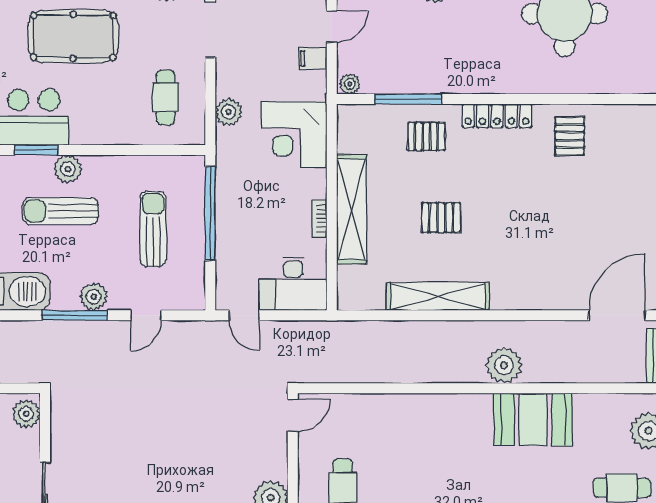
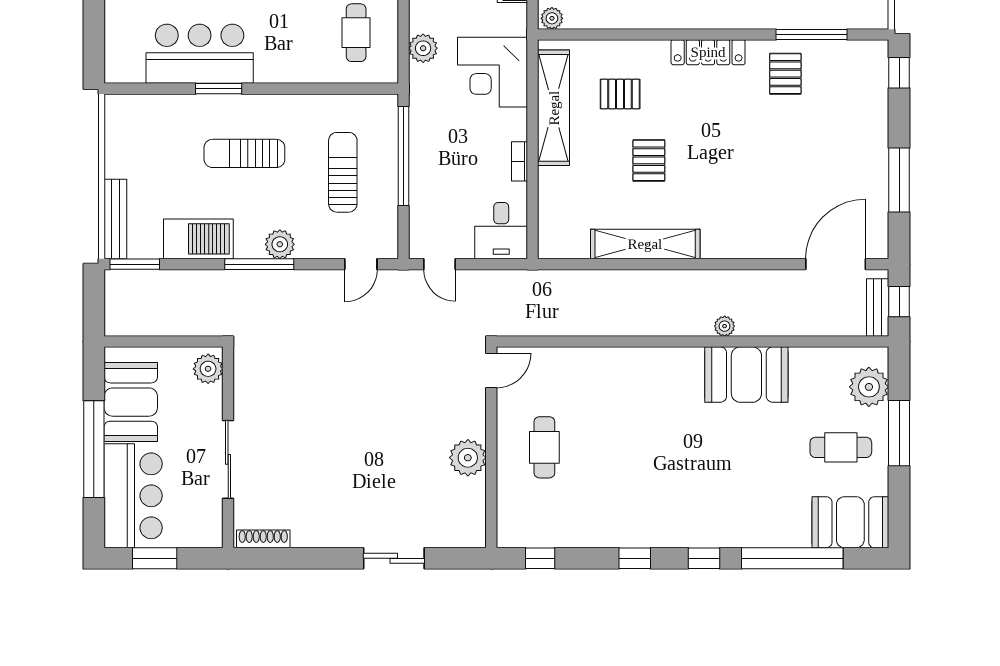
window: (408, 99) -> (811, 34), moved
pallet: (426, 136) -> (620, 94), moved
plant: (68, 169) -> (252, 109), removed
shelving: (351, 209) -> (554, 108), moved
pallet: (441, 218) -> (649, 160), turned 90
desk: (293, 284) -> (501, 231), width x0.73
door: (146, 315) -> (361, 264), moved
plant: (504, 365) -> (725, 326), width x0.53, depth x0.53

